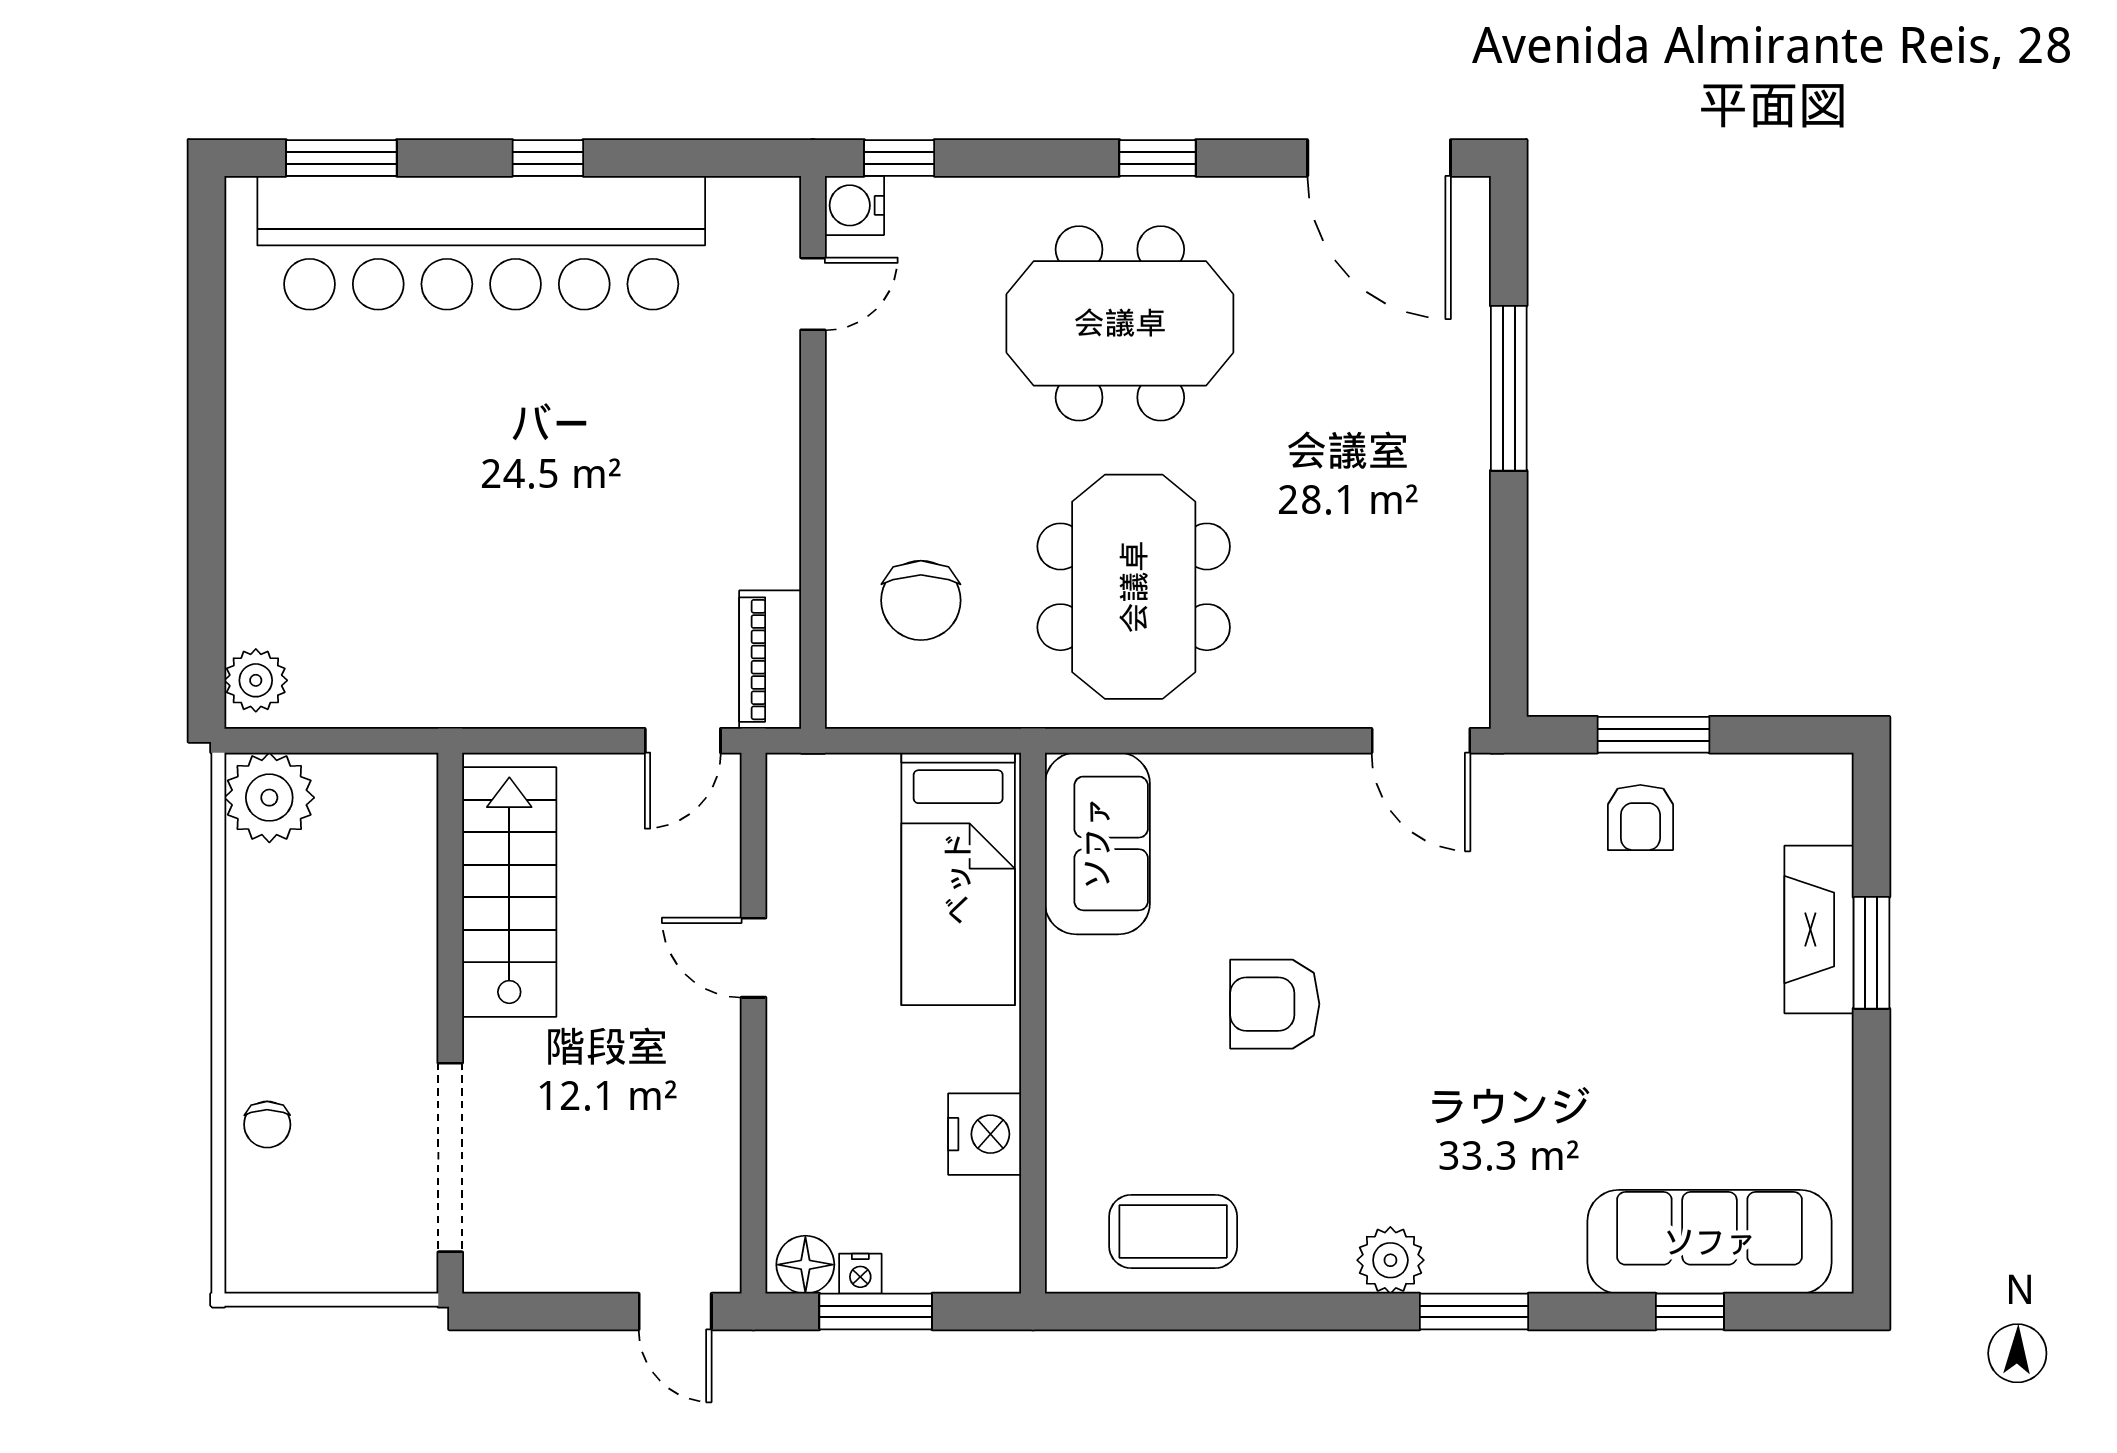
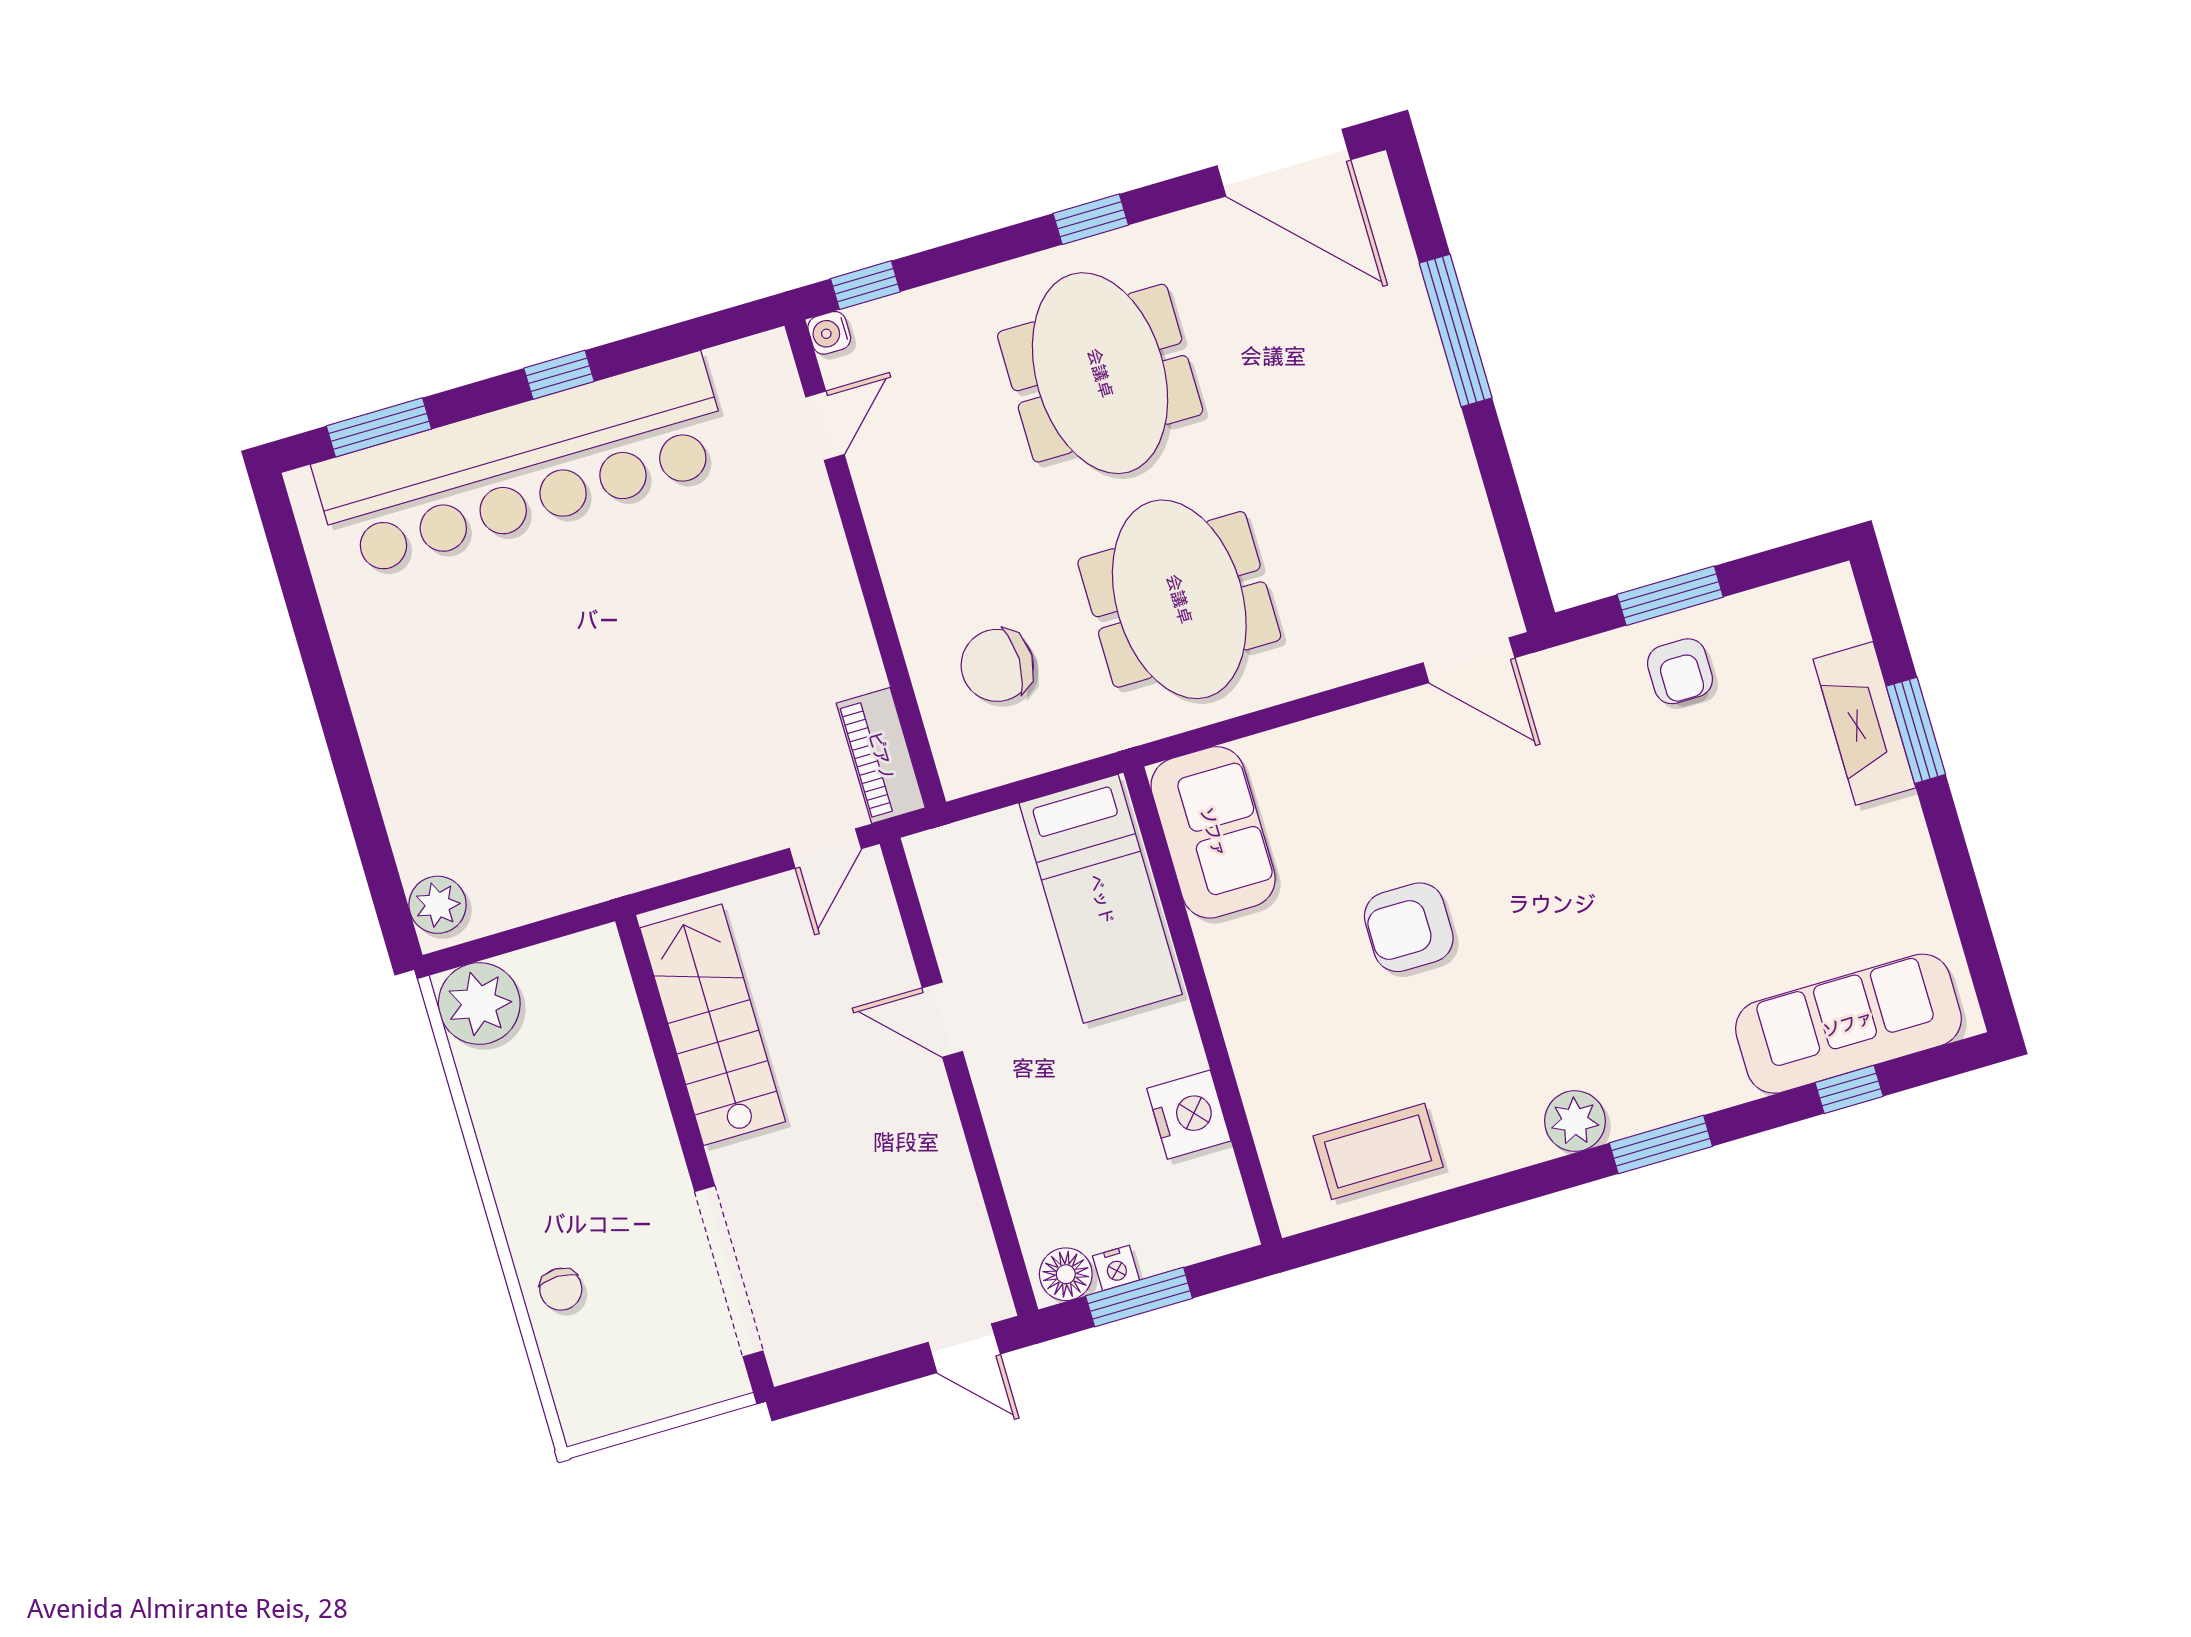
water cooler: (854, 205) -> (829, 333), width x0.72, depth x0.72
meeting table: (1120, 323) -> (1100, 373), turned 90
chair: (921, 600) -> (997, 665), turned 90

